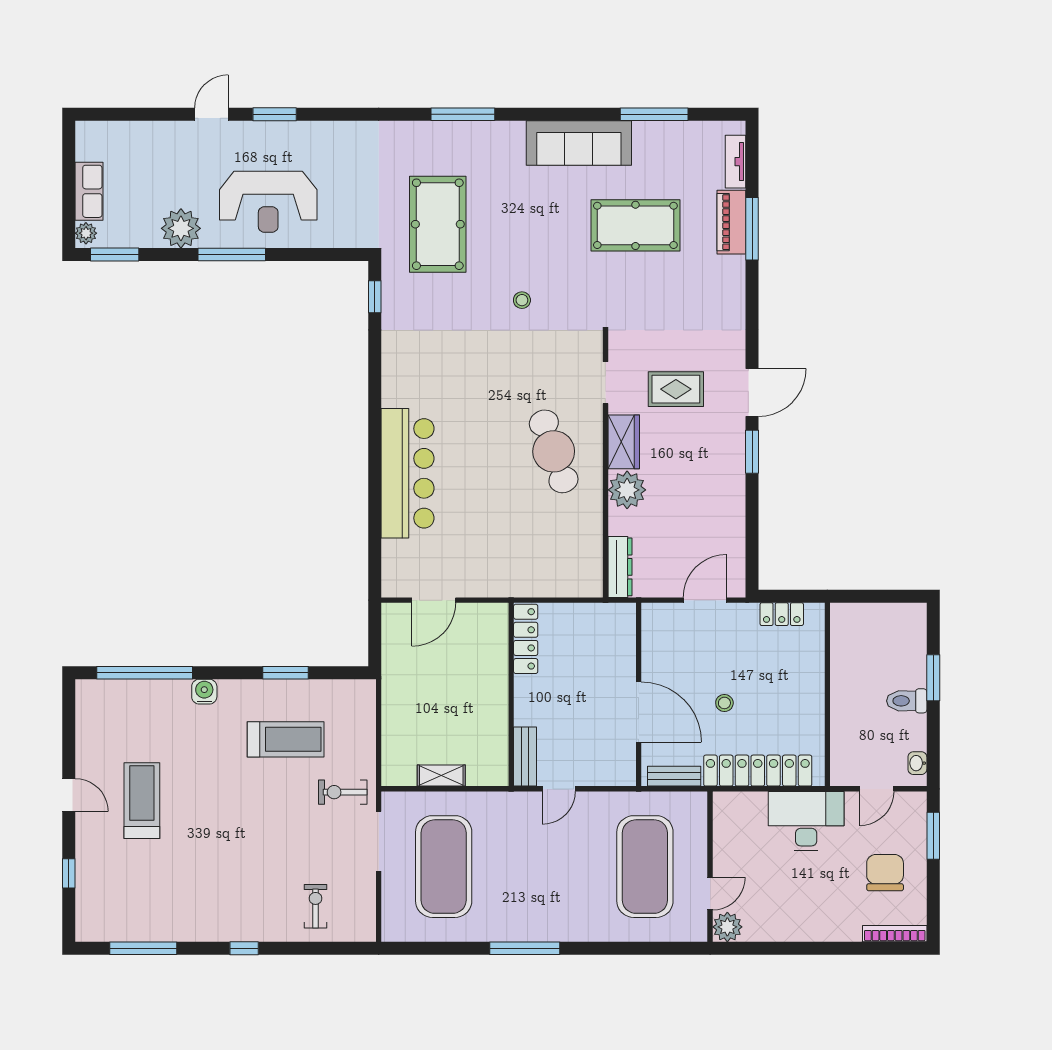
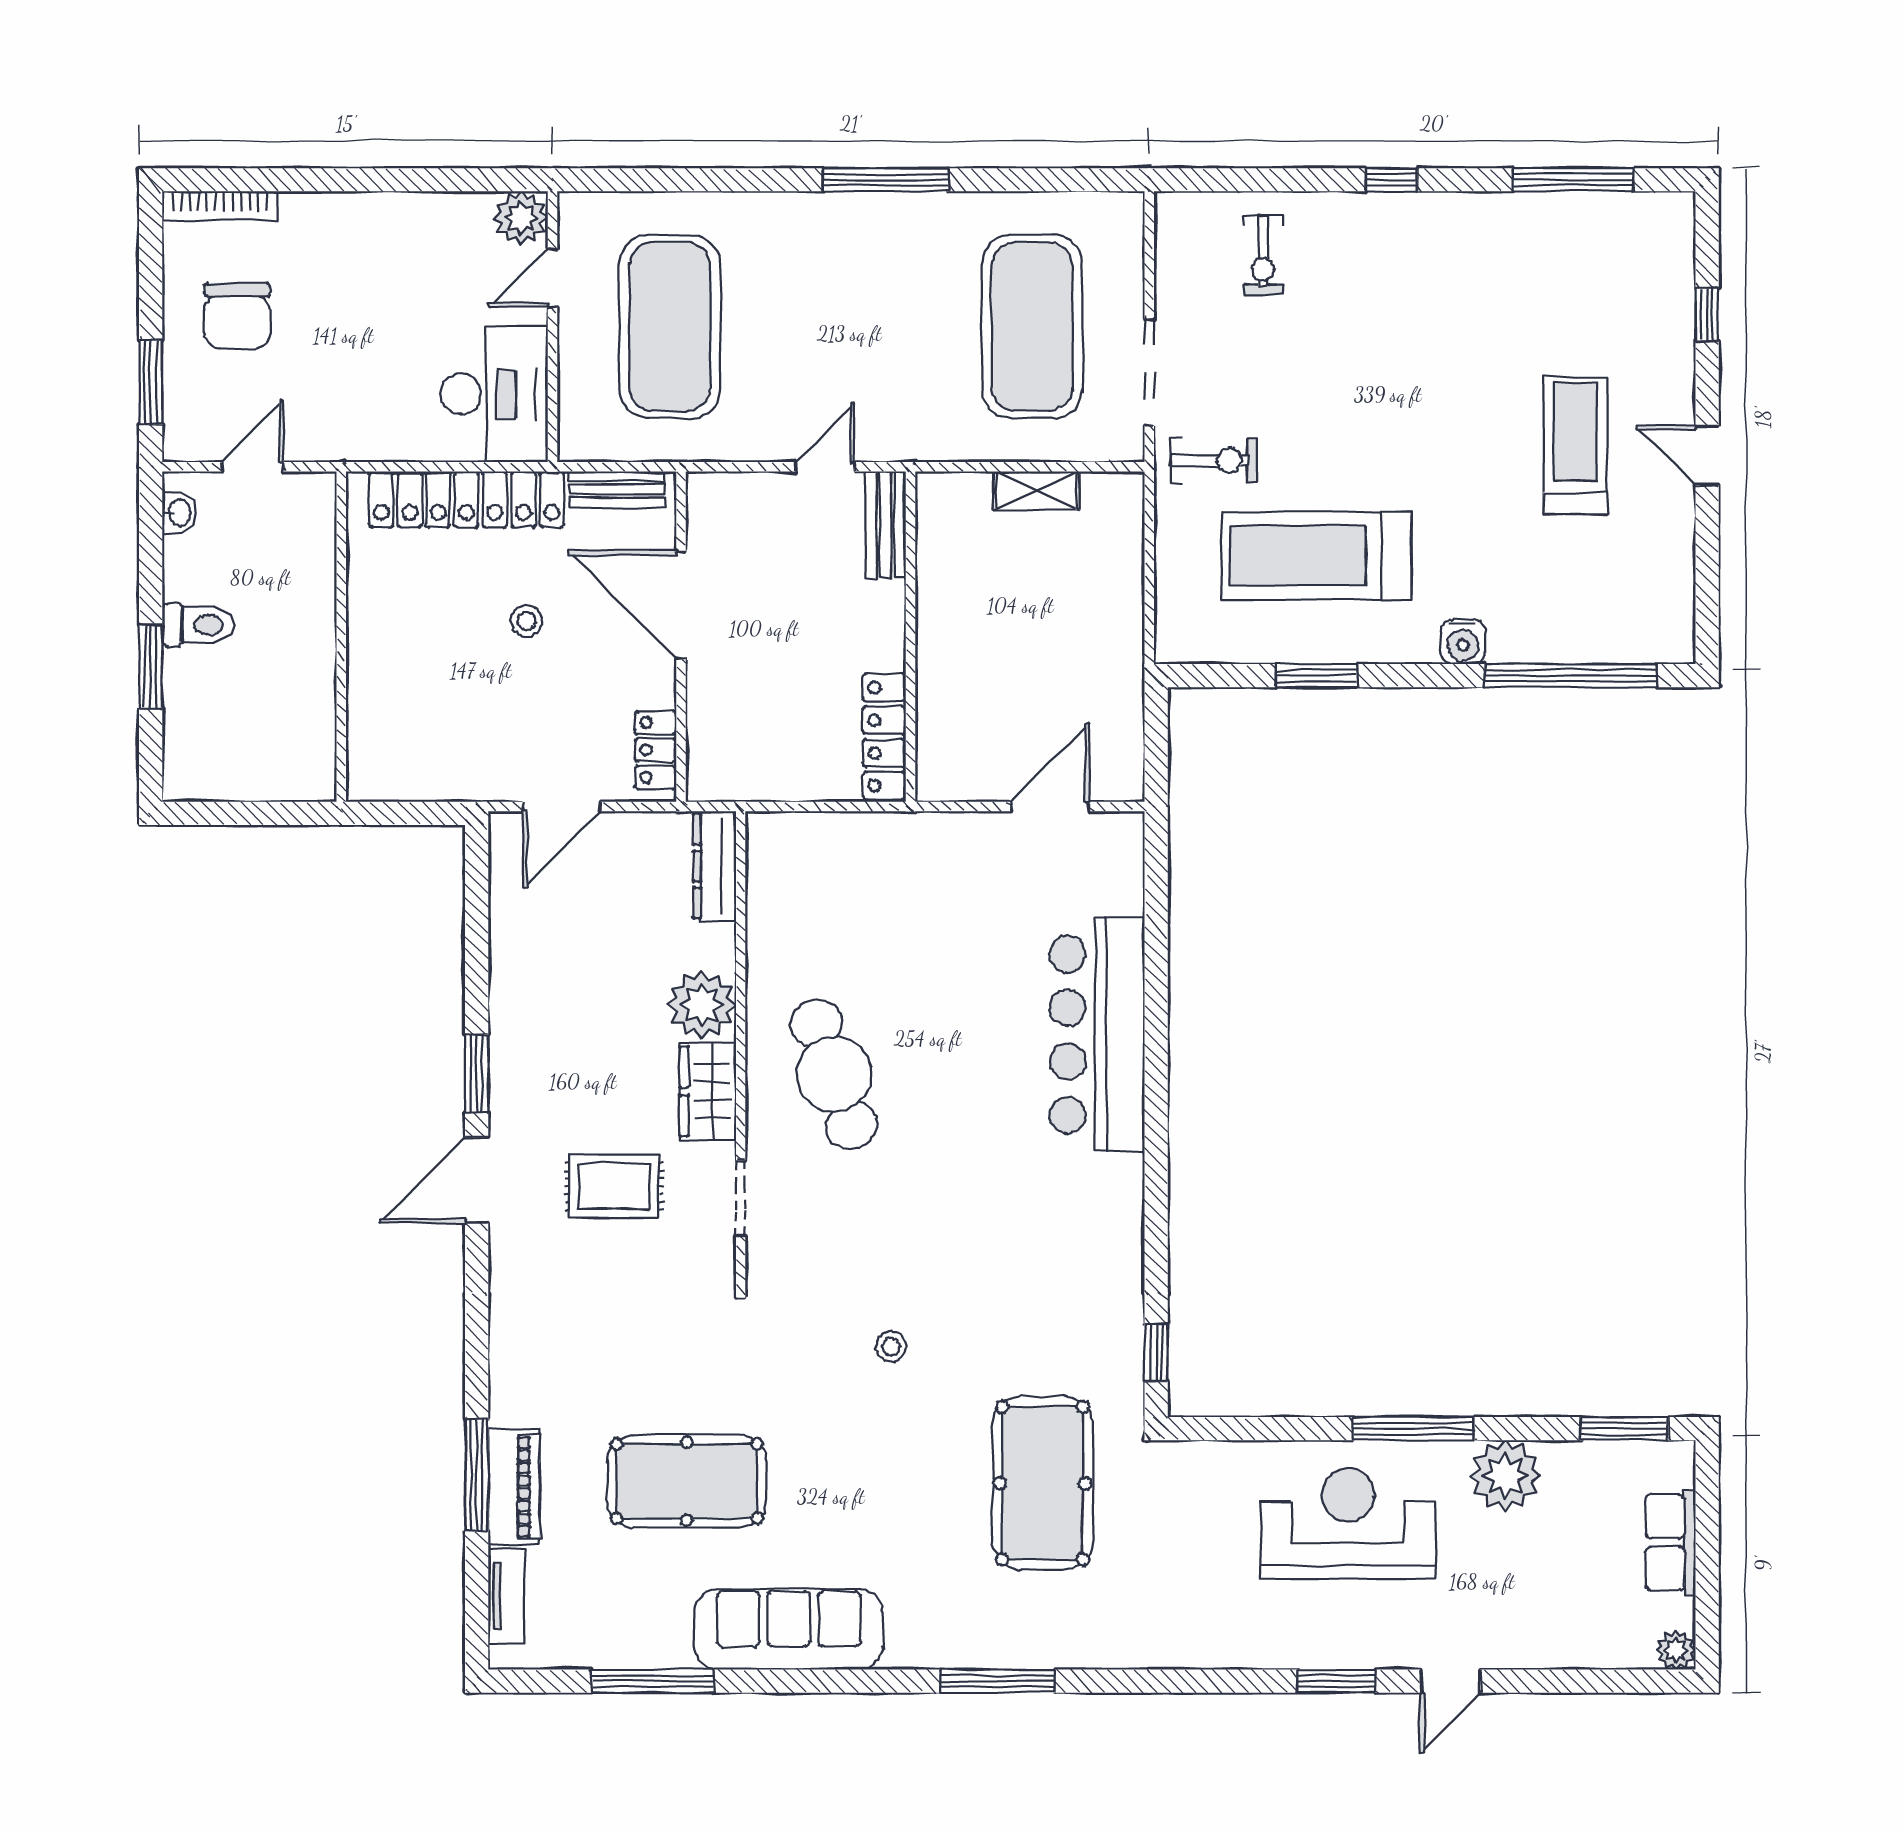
plant: (86, 233) -> (1676, 1650), moved
locker: (782, 614) -> (656, 750), moved, turned -90
treadmill: (286, 739) -> (1317, 556), width x1.37, depth x1.38
treadmill: (142, 801) -> (1575, 445), turned 180
desk: (806, 821) -> (494, 394), moved, turned -90

